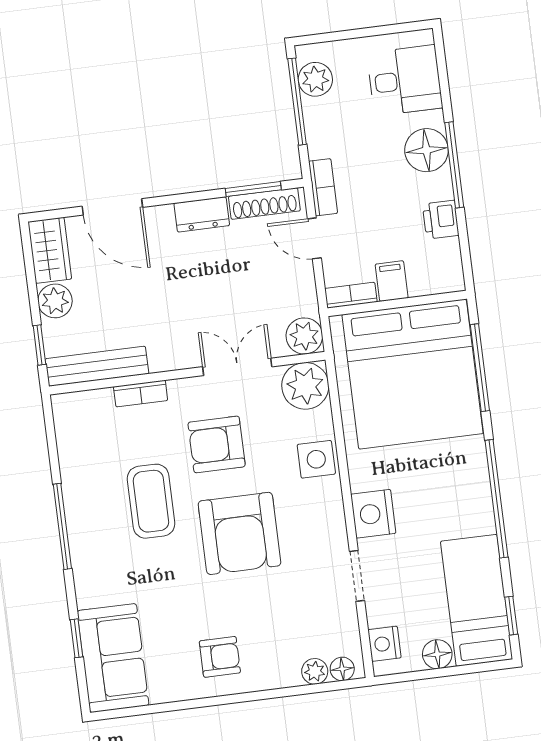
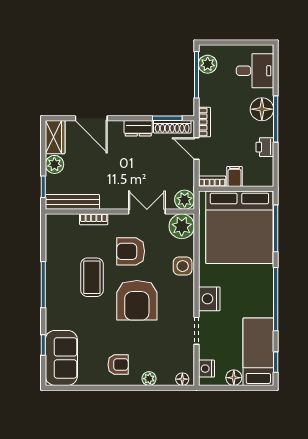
plant: (315, 671) -> (149, 379), moved

